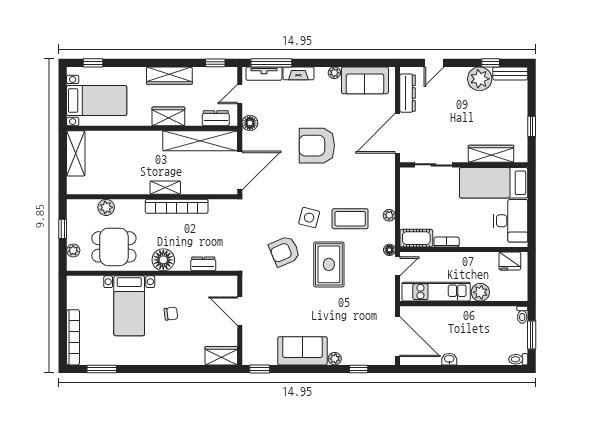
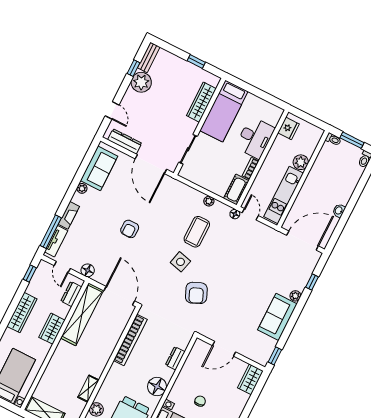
armchair: (317, 146) -> (130, 229), width x0.53, depth x0.53
shelving: (165, 188) -> (88, 389), moved
bookcase: (177, 206) -> (130, 340), moved
desk: (511, 221) -> (255, 138), moved, turned 90
rug: (329, 264) -> (223, 265), removed

